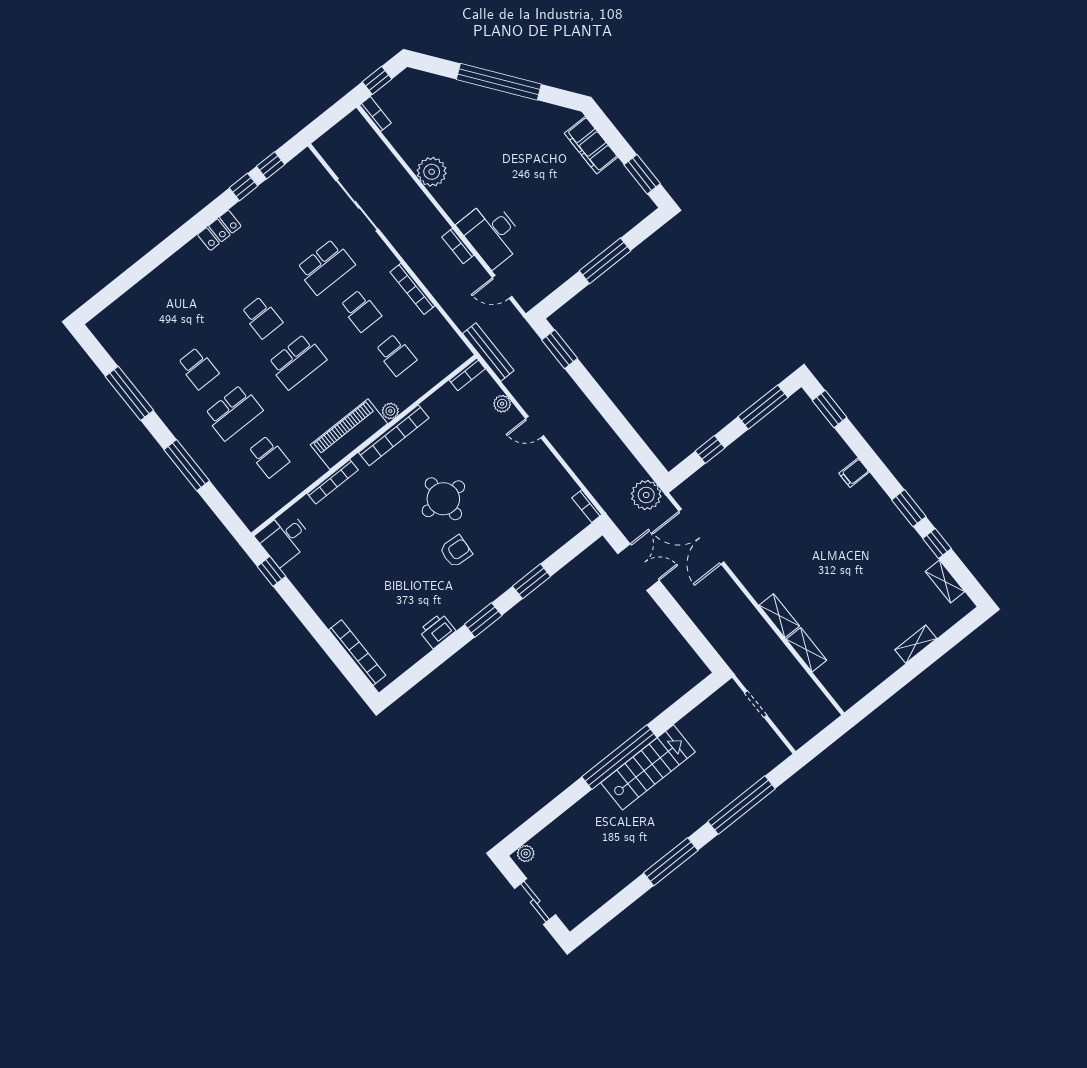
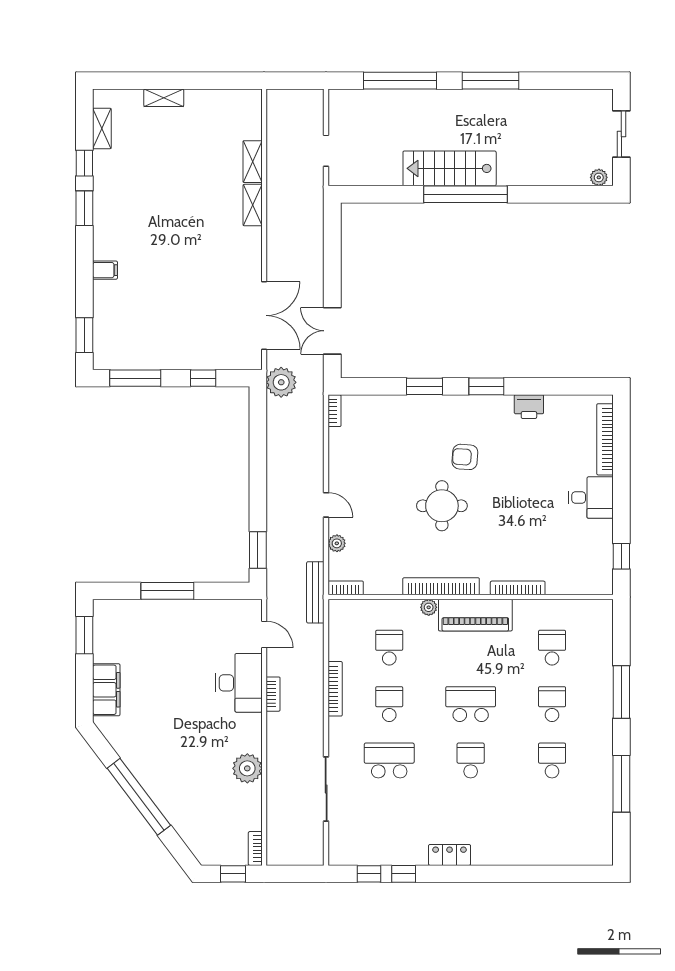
school desk: (233, 412) -> (552, 704), width x0.54
desk: (284, 538) -> (591, 498), moved

